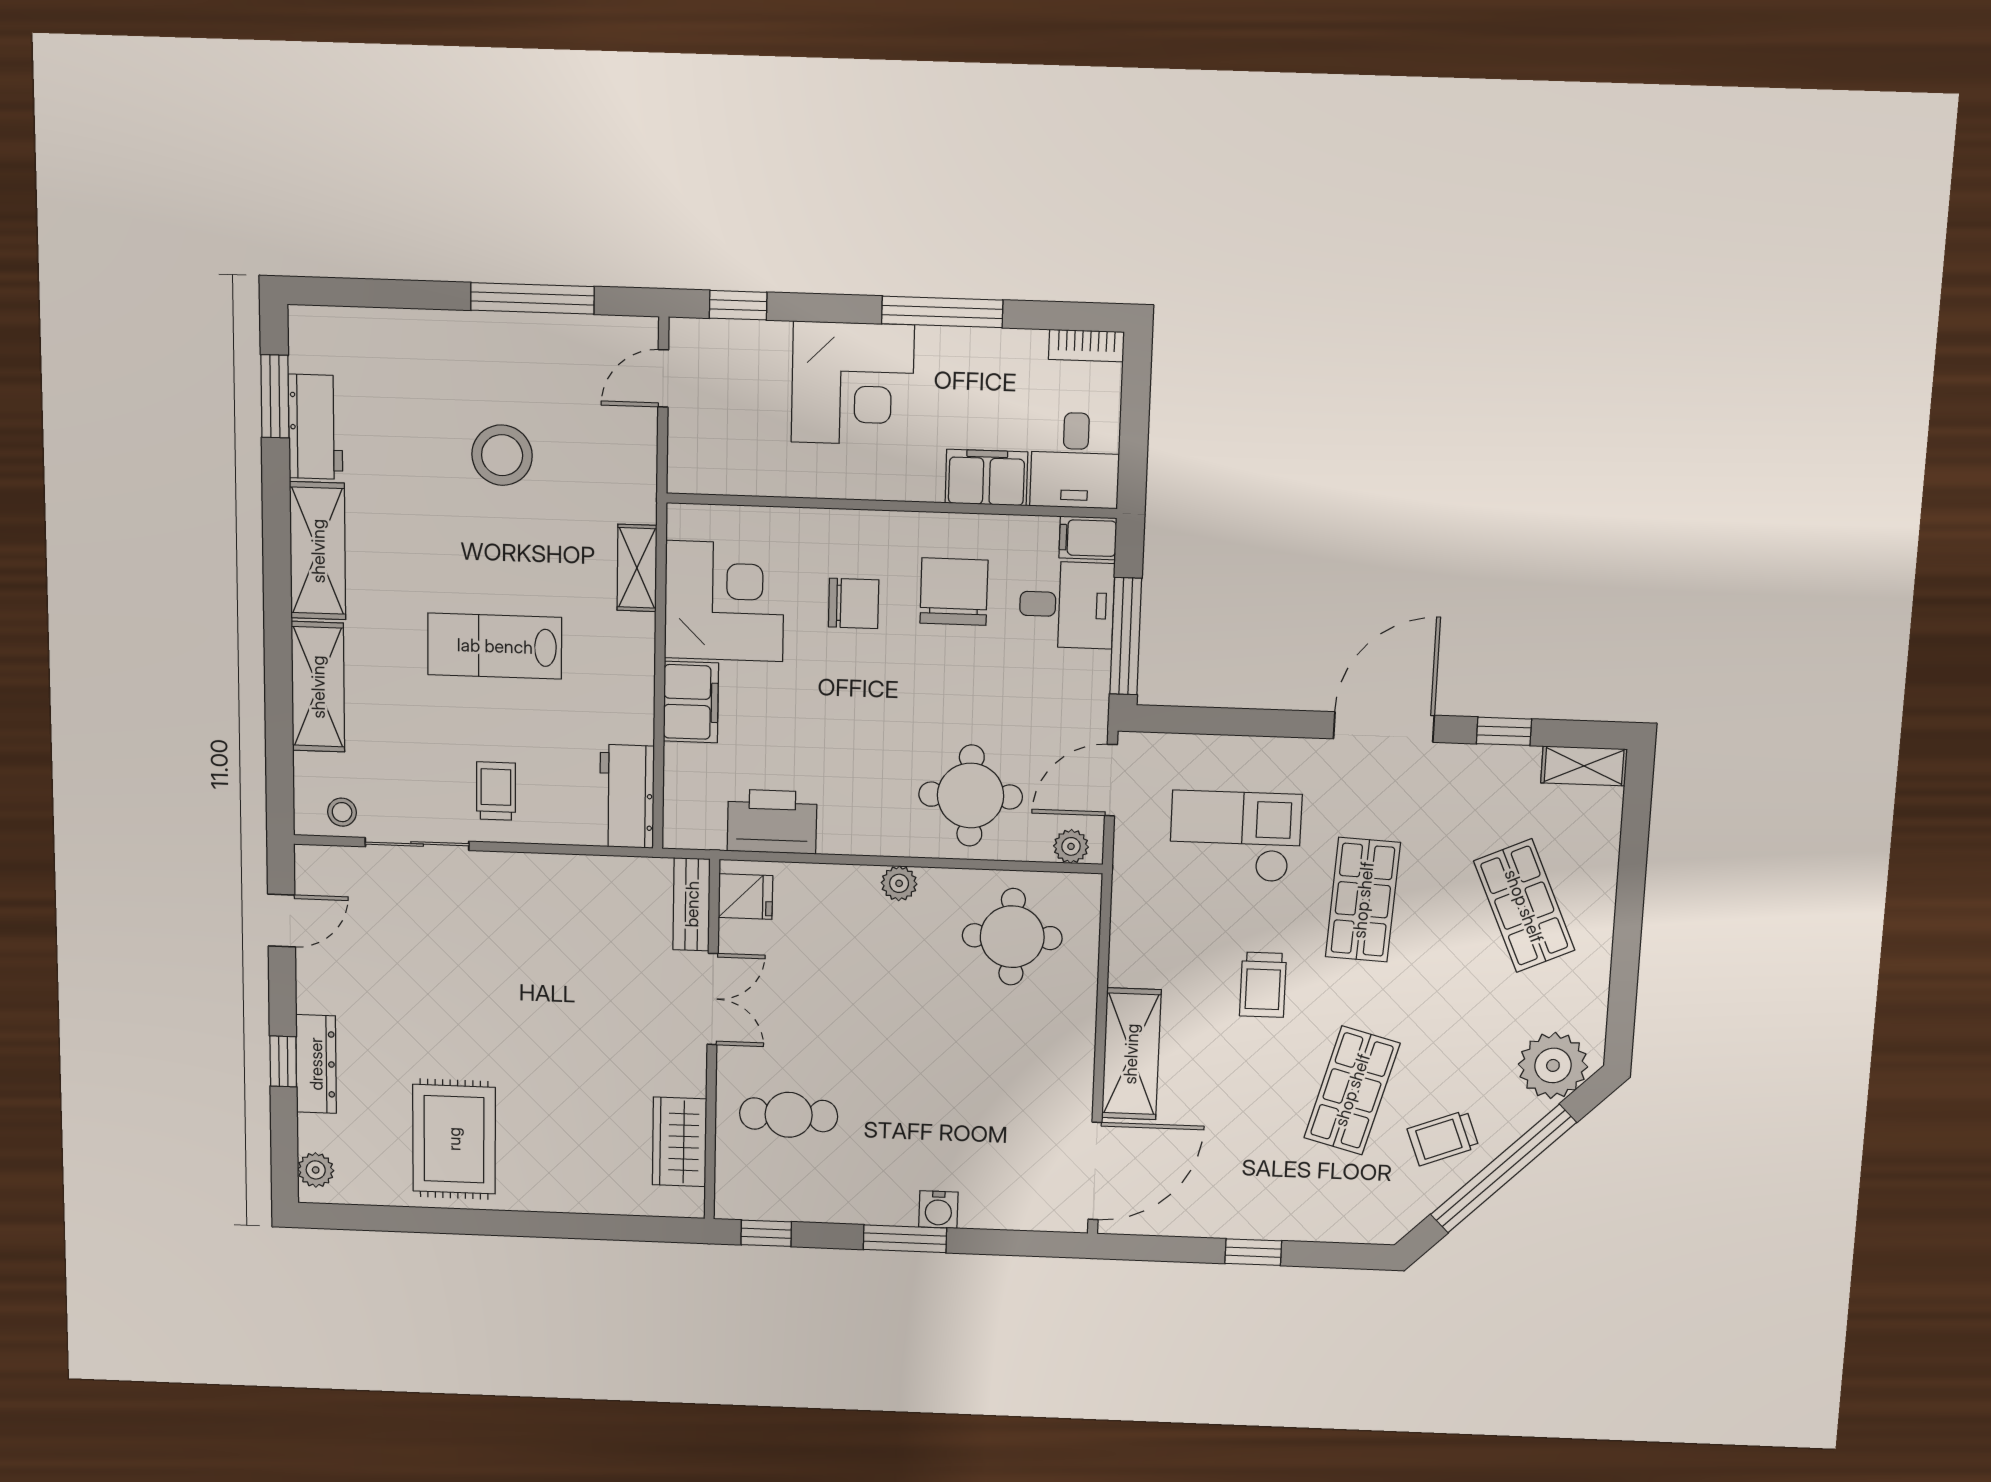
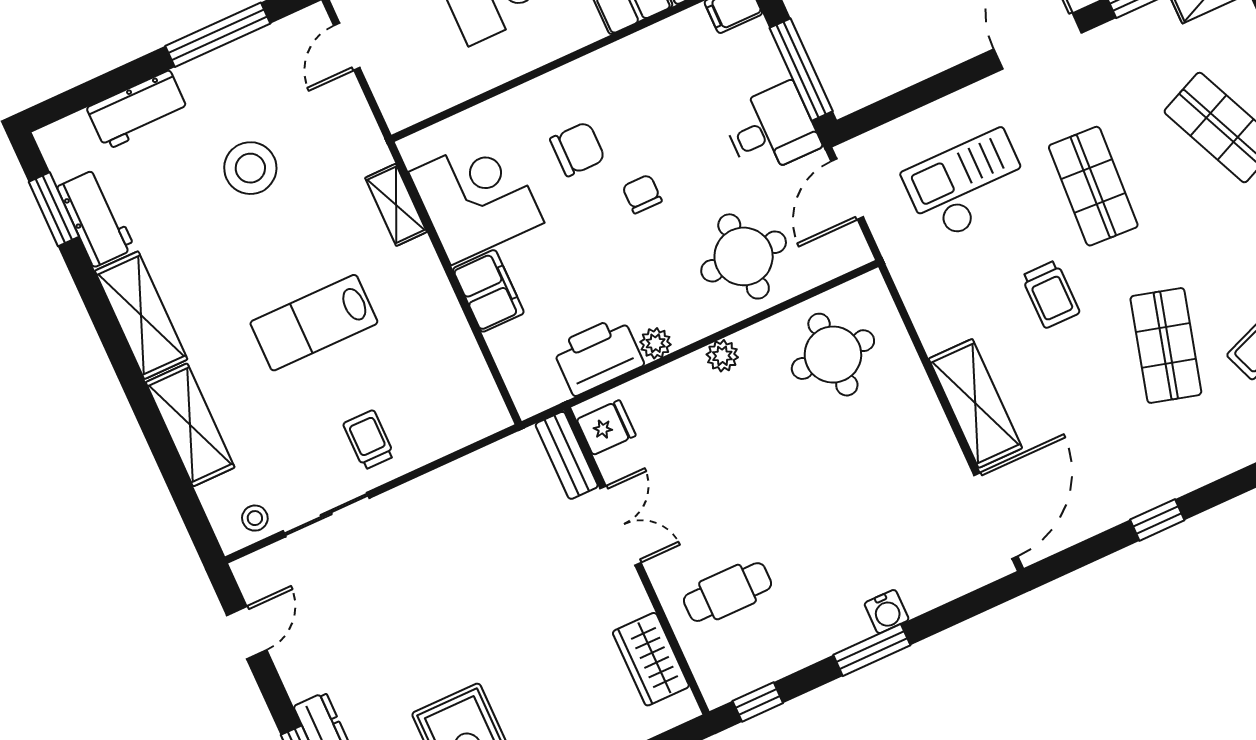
chair: (954, 592) -> (642, 194), moved, width x0.54, depth x0.54
desk: (1067, 605) -> (771, 129), moved
workbench: (627, 796) -> (138, 110), moved, turned -90
plant: (1071, 846) -> (656, 343), moved

